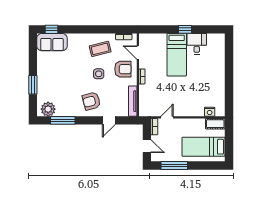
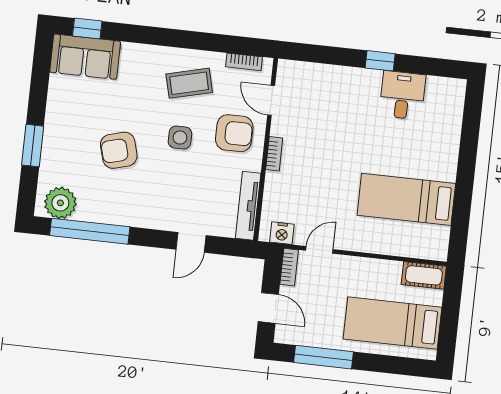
bed: (177, 55) -> (406, 199), moved, turned 90
armchair: (91, 101) -> (119, 150), moved
nightstand: (210, 112) -> (282, 233), moved
window: (63, 120) -> (90, 231), width x1.46

